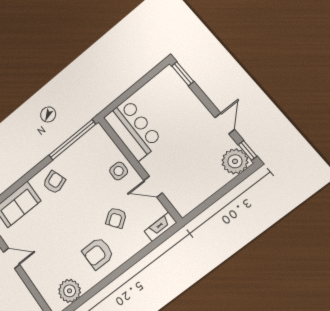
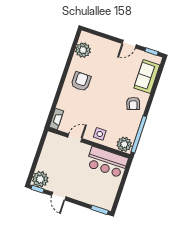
plant: (97, 139) -> (124, 144), added
armchair: (116, 218) -> (84, 107), removed

